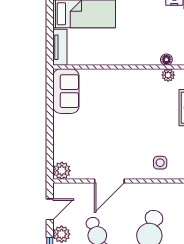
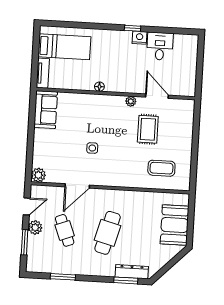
floor lamp: (166, 60) -> (99, 87), moved
side table: (160, 163) -> (92, 148), moved

